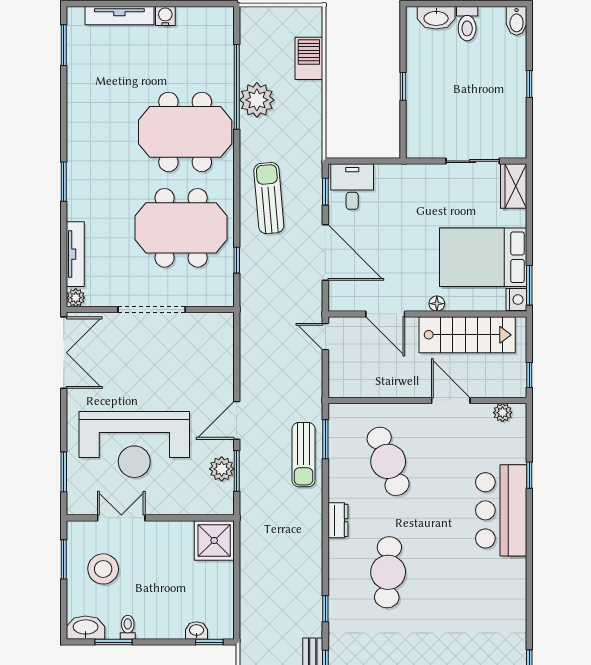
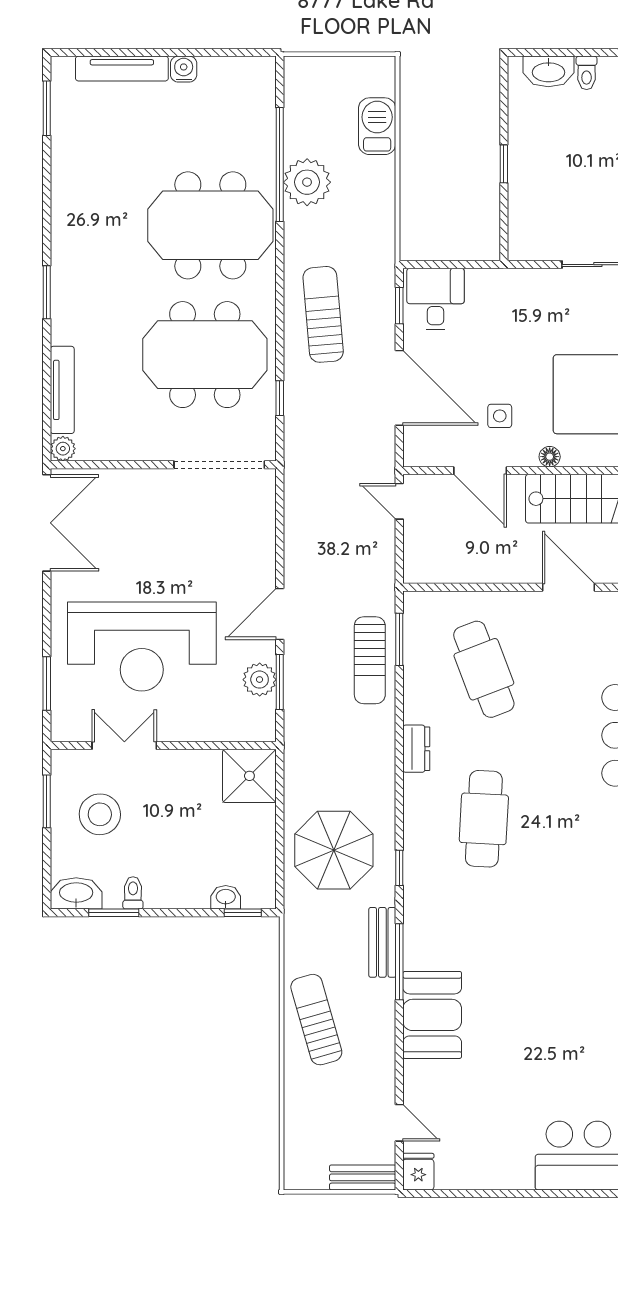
toilet: (467, 24) -> (587, 73), width x0.73, depth x0.72
side table: (400, 273) -> (500, 416), added
doorway: (152, 310) -> (219, 465), moved
parasol: (277, 596) -> (334, 850), added

